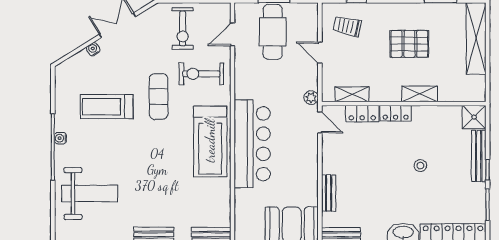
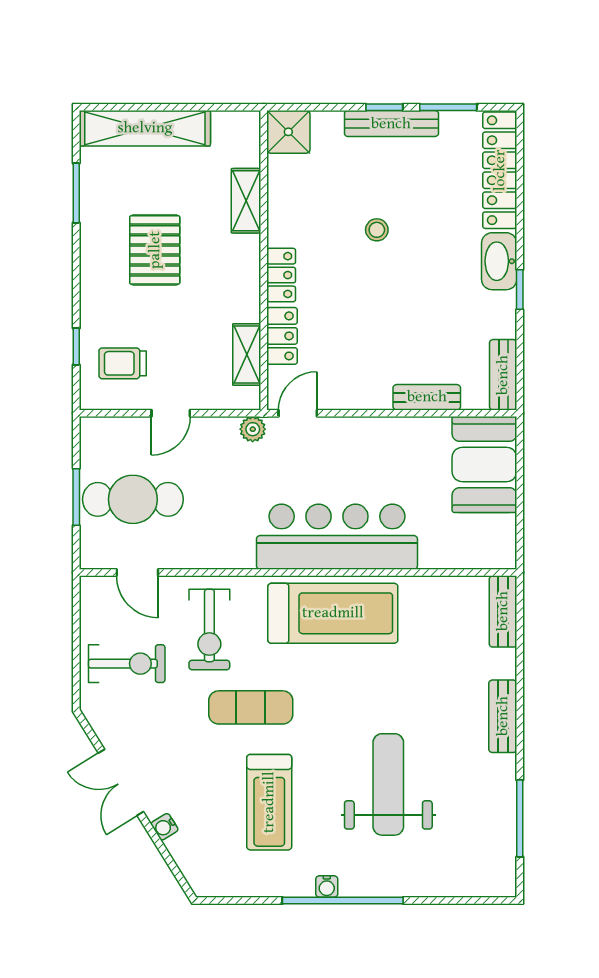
trolley: (347, 26) -> (123, 363), turned 78
shelving: (420, 94) -> (246, 201), moved
bench: (479, 156) -> (391, 124), moved
weight bench: (90, 194) -> (388, 784), moved

